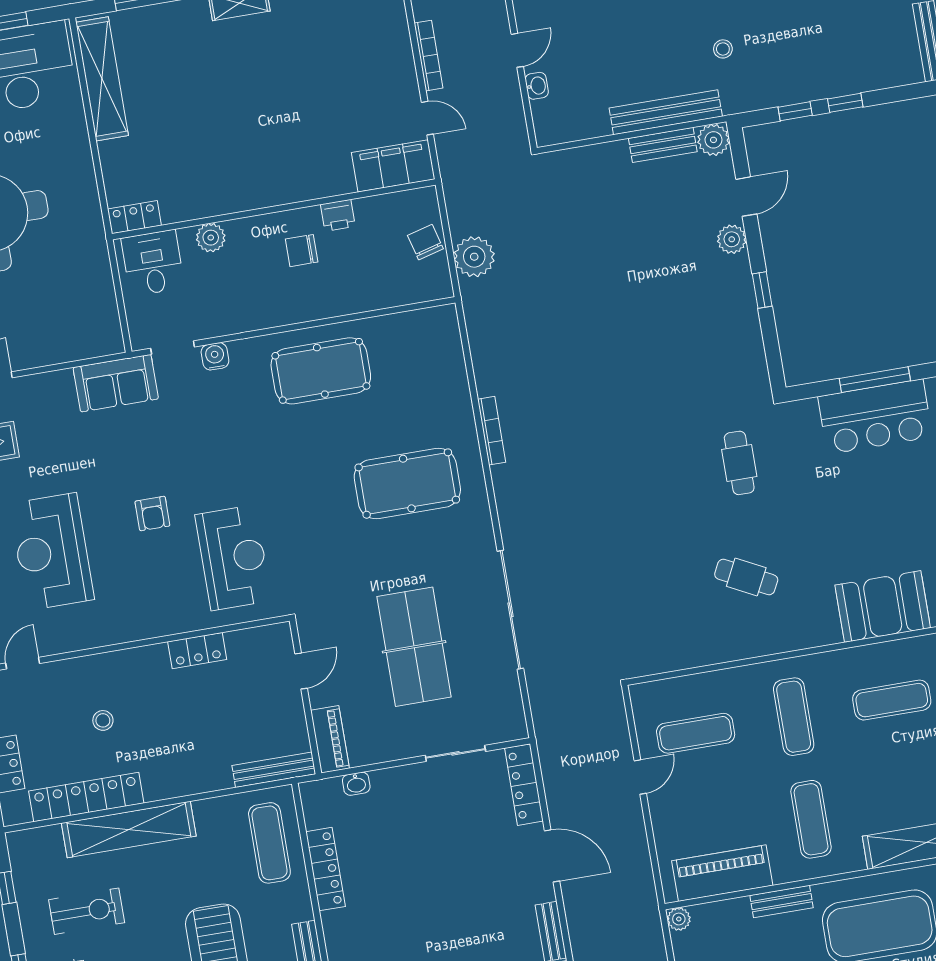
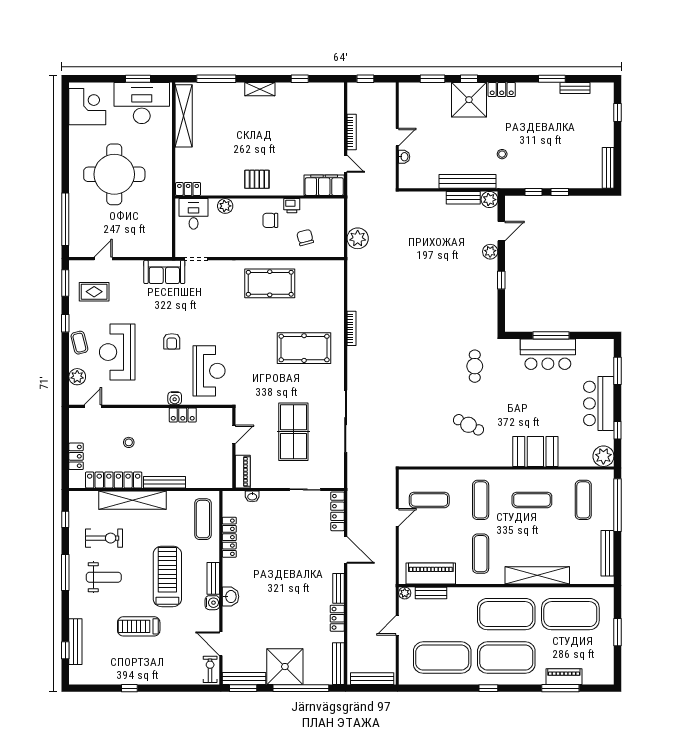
pallet: (263, 176) -> (257, 179), added
chair: (425, 242) -> (305, 238), moved
water cooler: (215, 356) -> (175, 398), moved, turned 180
bench: (274, 770) -> (165, 482), moved
bench: (782, 902) -> (431, 593), moved

